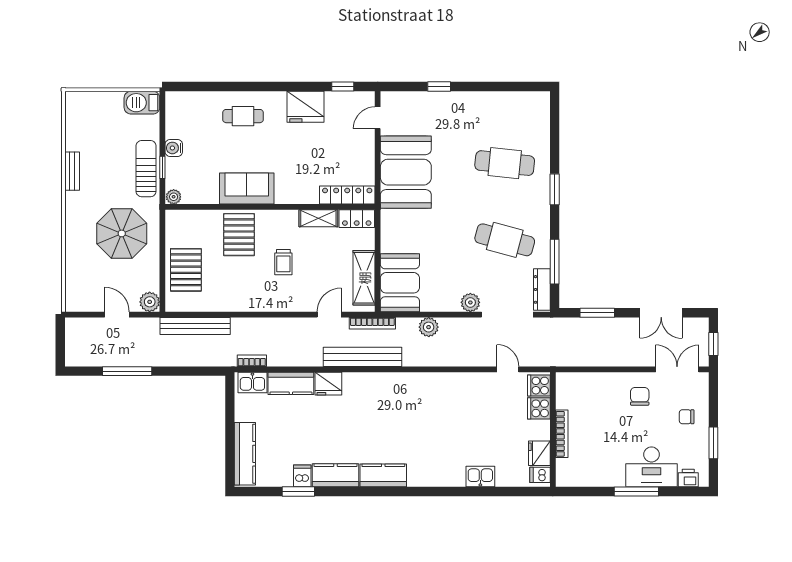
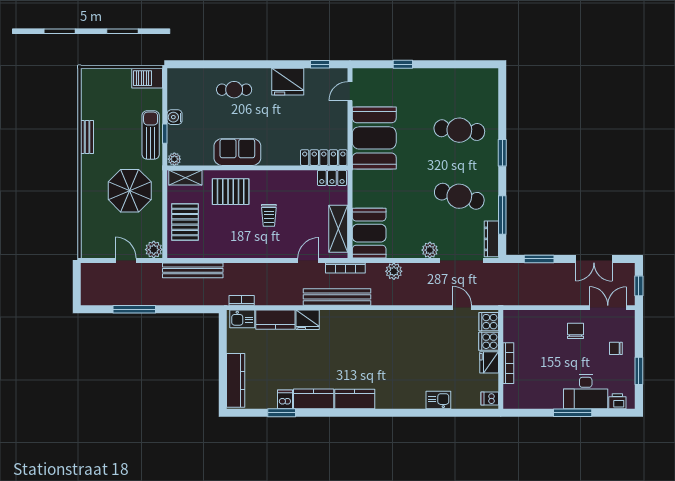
shelving: (318, 218) -> (185, 178), moved
pallet: (239, 235) -> (231, 192), turned 90
fridge: (539, 453) -> (489, 362), moved

